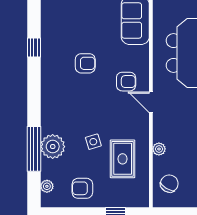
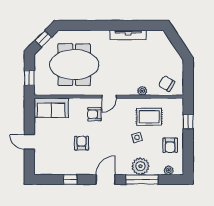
armchair: (126, 82) -> (94, 114), turned -90
door: (34, 97) -> (106, 179), added

